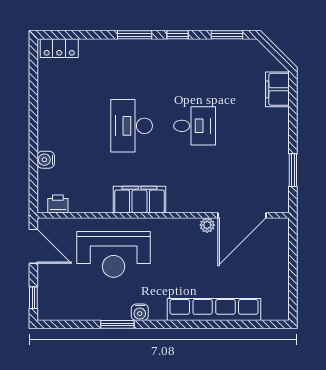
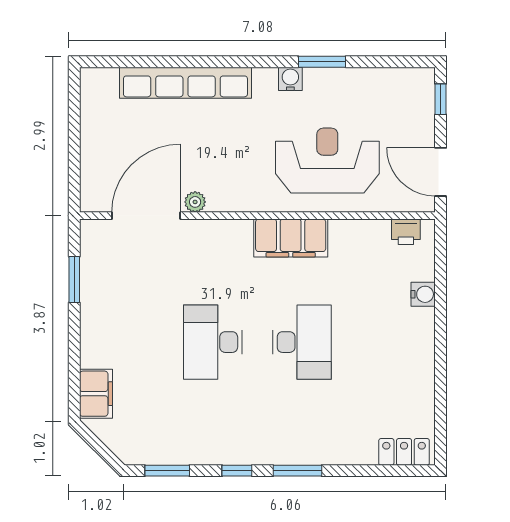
desk: (195, 126) -> (213, 342), width x1.37

